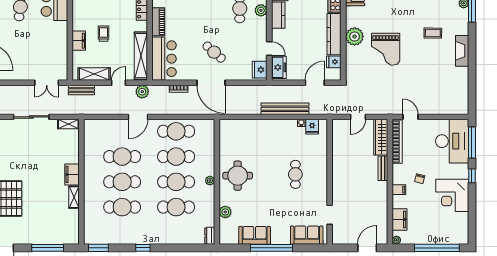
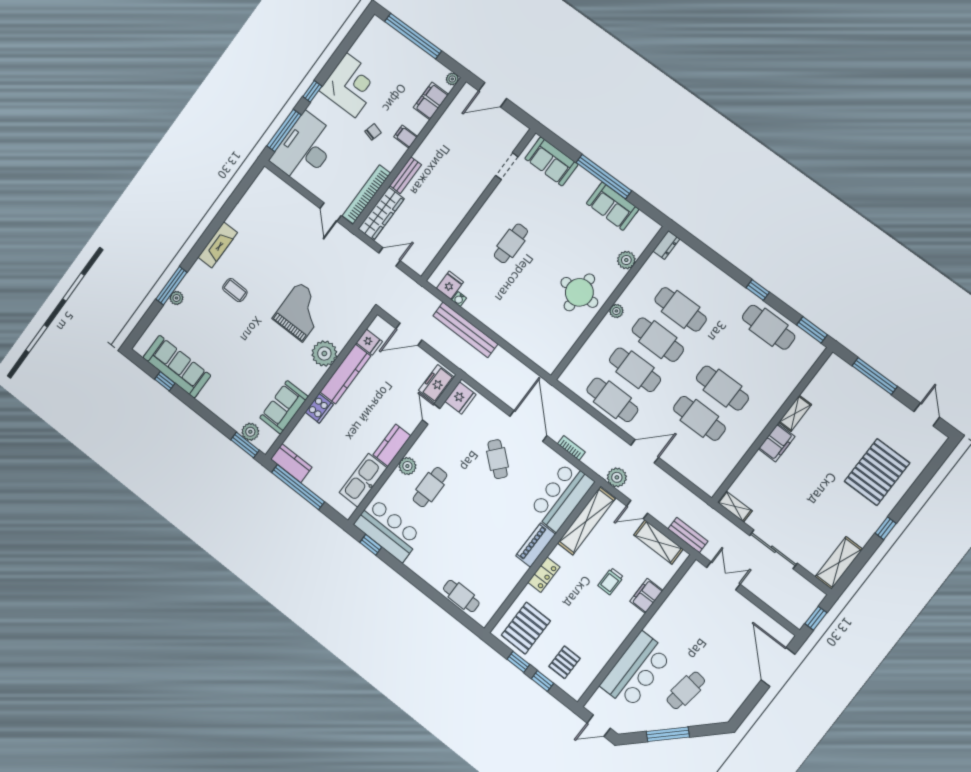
cafe table: (122, 207) -> (769, 327), moved

